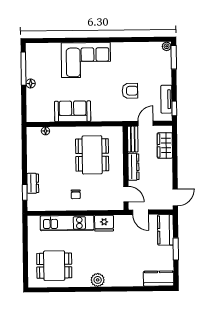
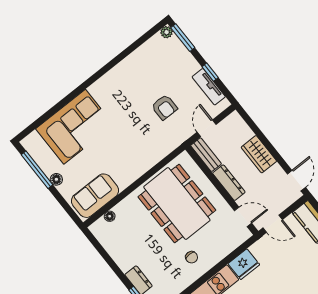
corner sofa: (86, 60) -> (75, 127), moved
armchair: (130, 91) -> (164, 107), turned 90
window: (174, 108) -> (210, 72), moved
sofa: (73, 111) -> (95, 196), moved
wardrobe: (165, 145) -> (259, 154), moved
dining table: (92, 155) -> (177, 204), width x1.36, depth x1.24

